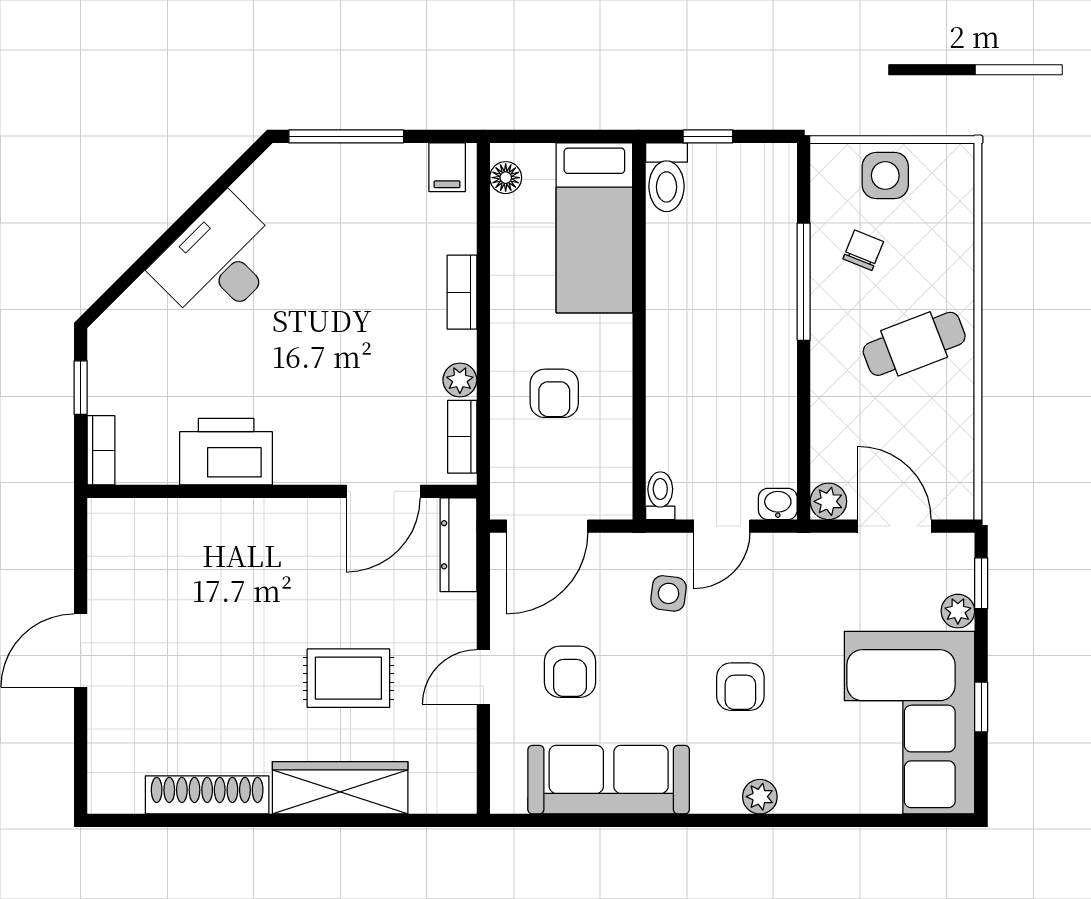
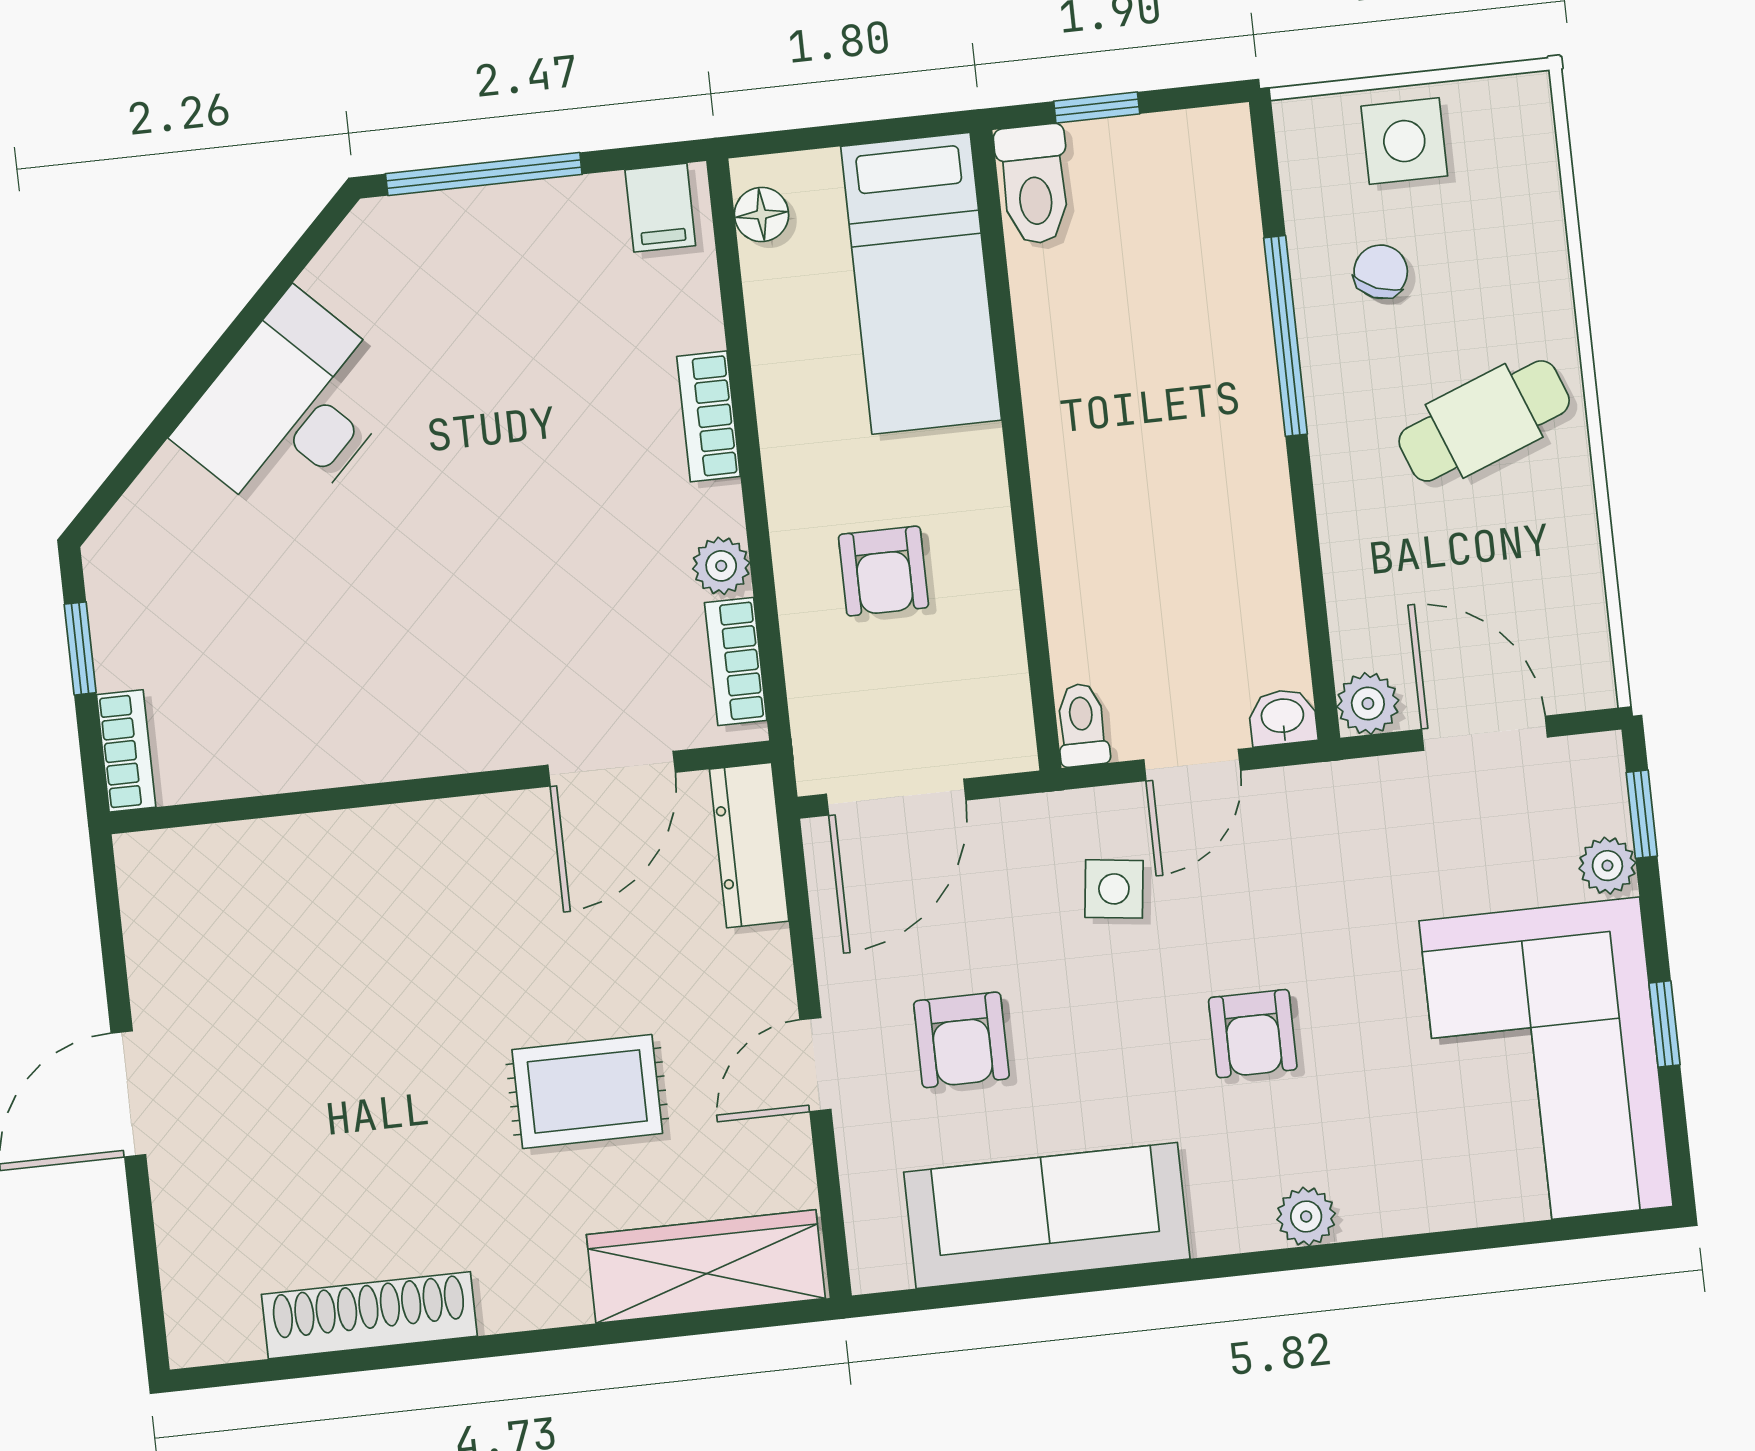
printer: (226, 452) -> (338, 730), removed
wardrobe: (340, 788) -> (706, 1266), moved

